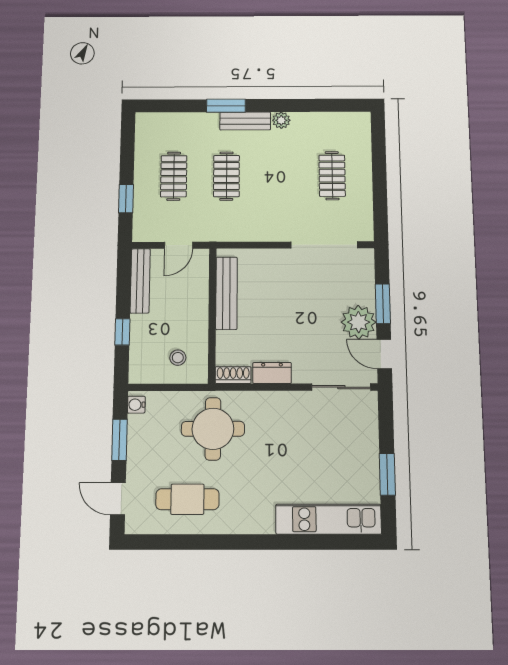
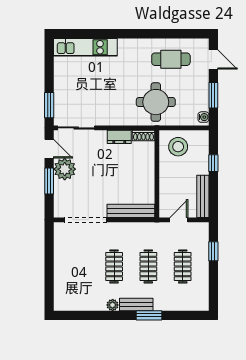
clothes rail: (332, 176) -> (114, 266), moved
bench: (226, 293) -> (131, 211), moved, turned 90
stool: (178, 358) -> (178, 147), width x1.89, depth x1.89
window: (387, 474) -> (49, 105), moved

